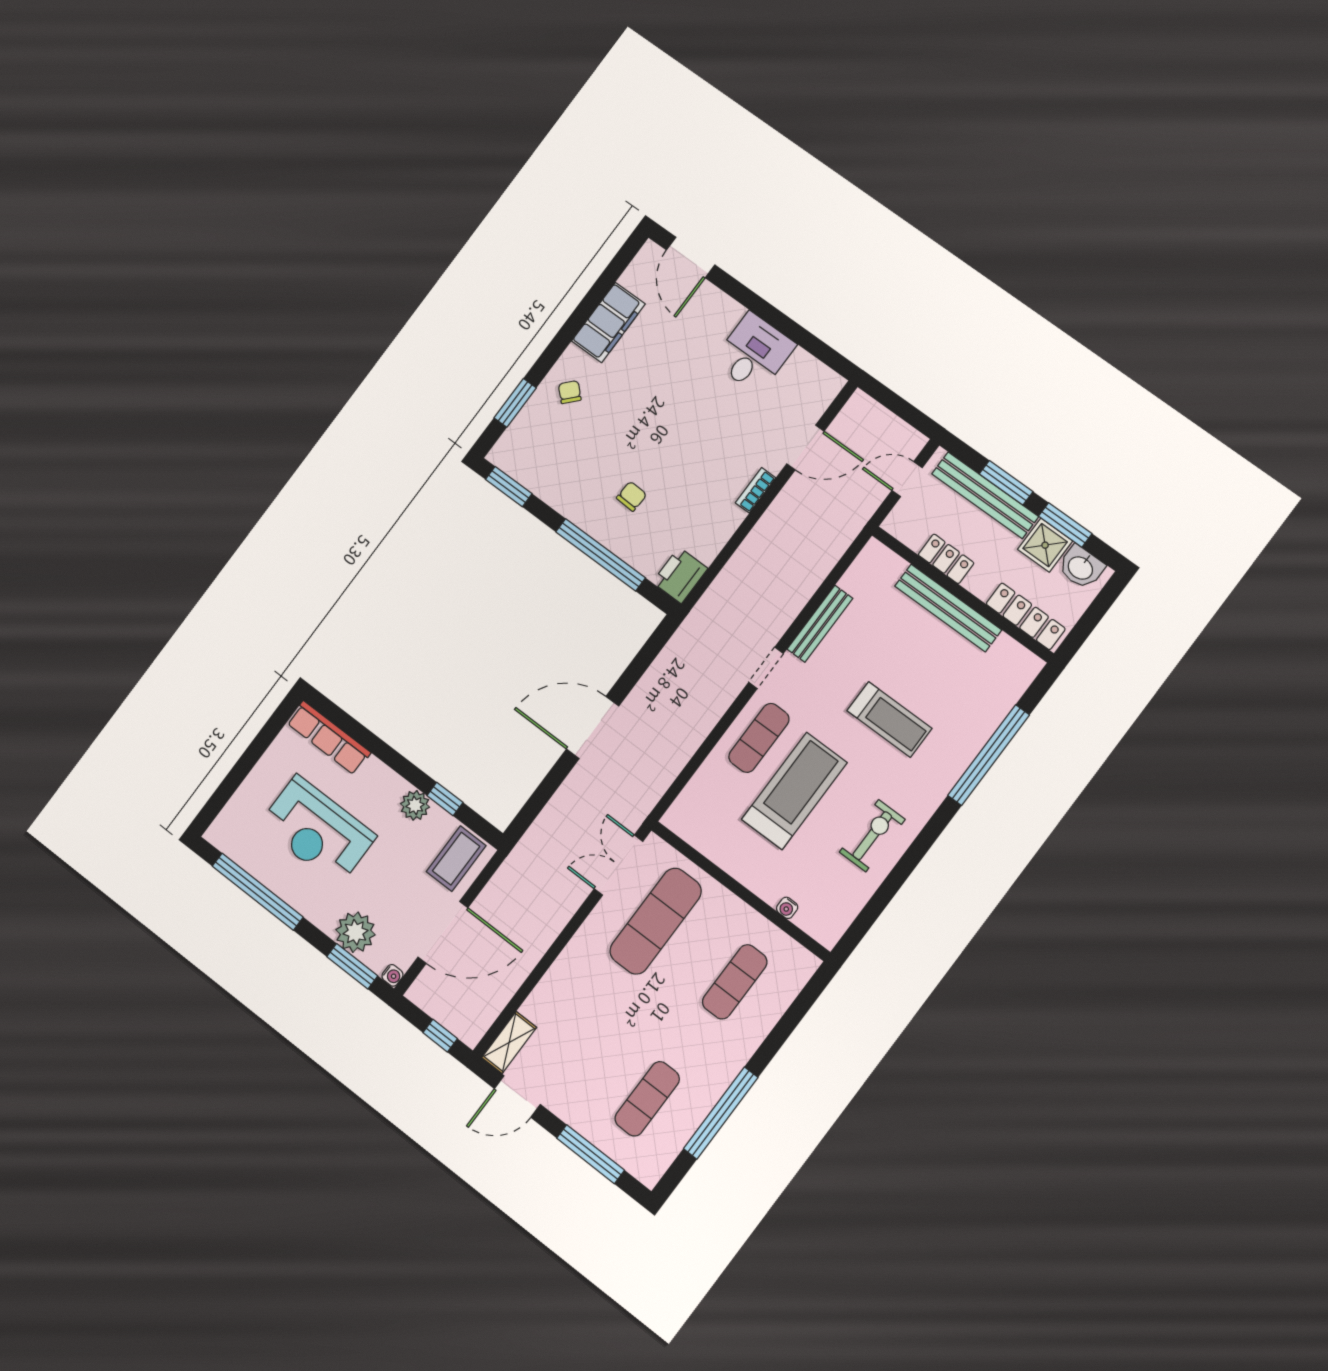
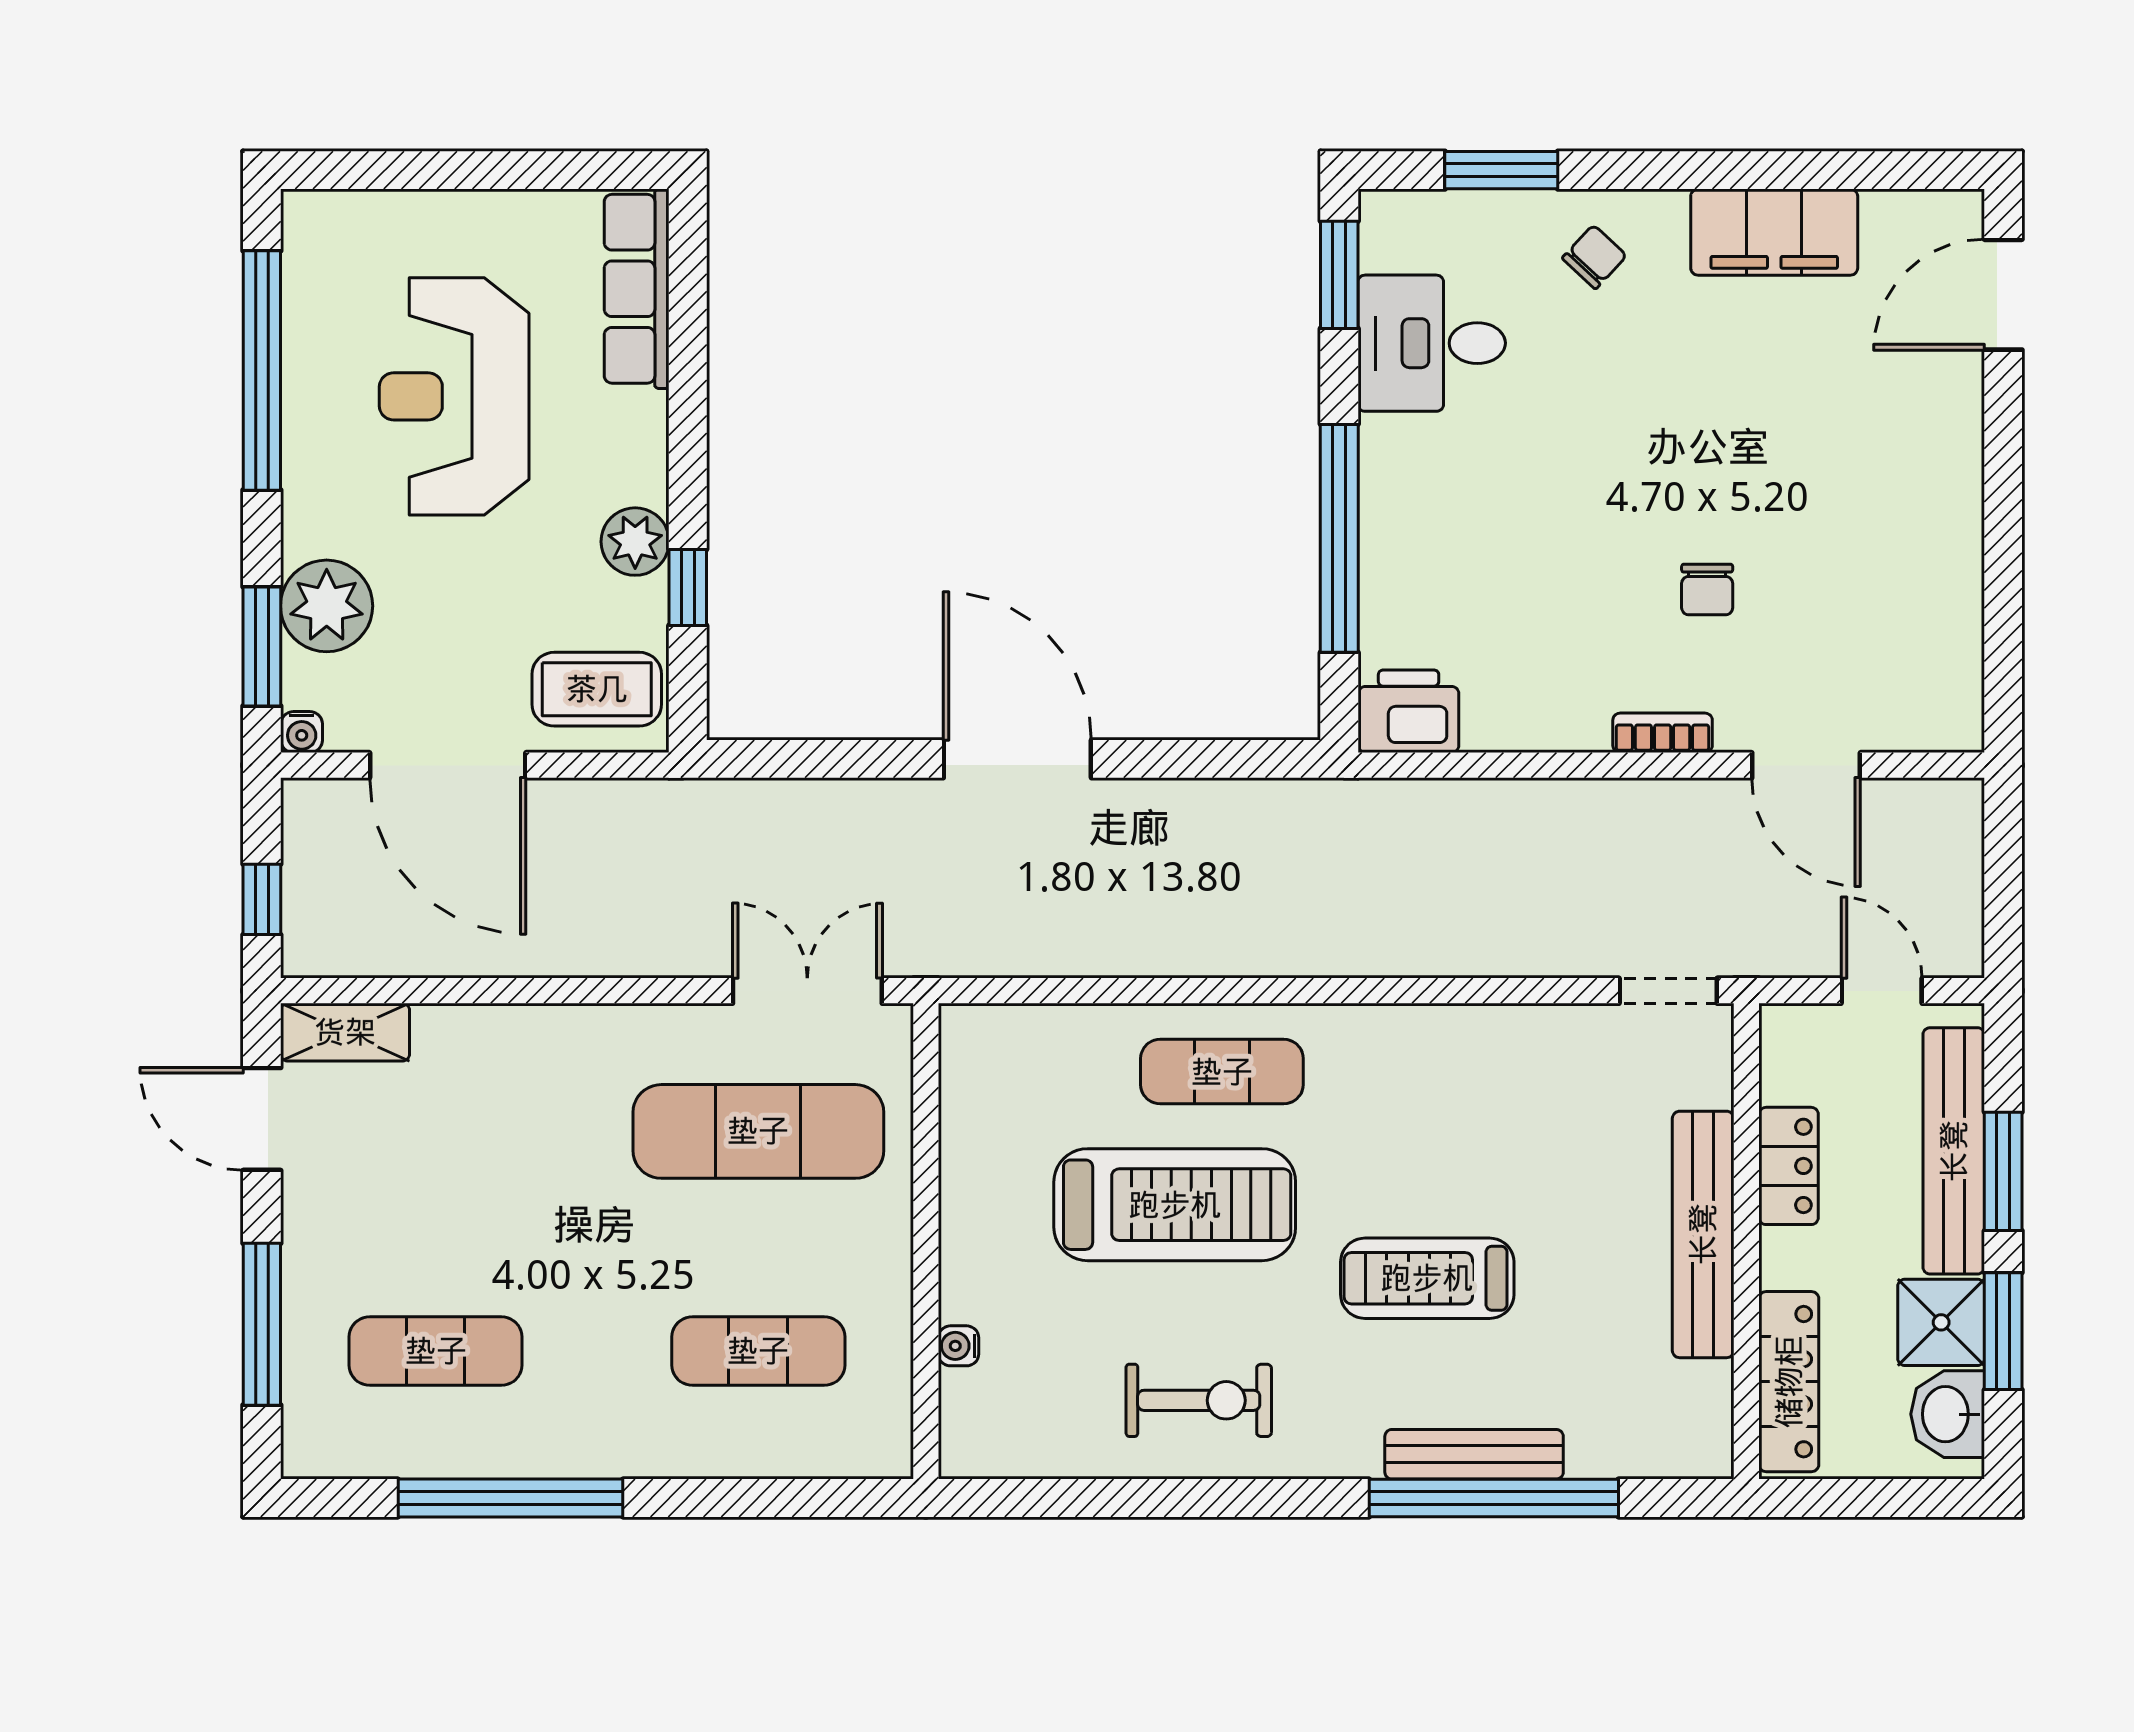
desk: (754, 353) -> (1432, 343), moved, turned 180
chair: (632, 496) -> (1707, 590), moved, turned 87
bench: (820, 624) -> (1474, 1454), moved
doorway: (766, 668) -> (1668, 991), moved
treadmill: (889, 720) -> (1427, 1278), turned 90

